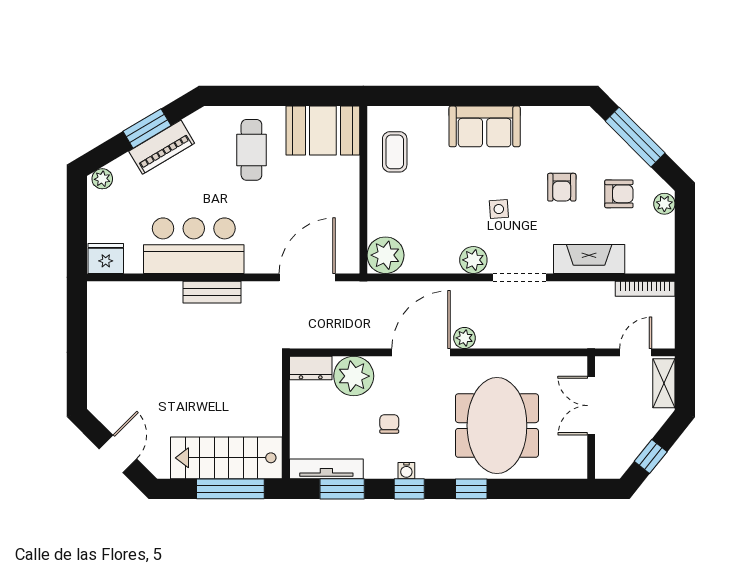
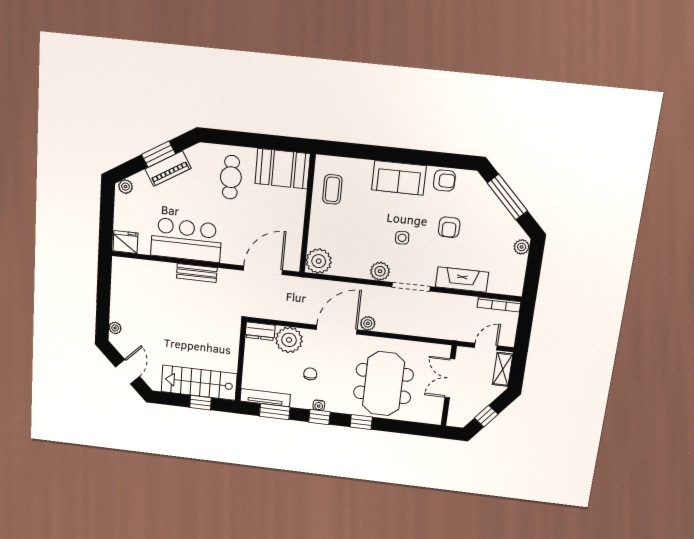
armchair: (619, 194) -> (444, 181), moved
plant: (96, 388) -> (115, 328), added
window: (230, 489) -> (200, 403), width x0.46

